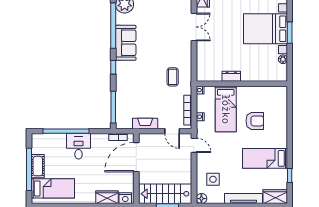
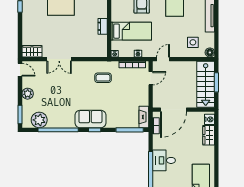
double door: (194, 27) -> (59, 59), swing flipped
sofa: (126, 43) -> (90, 119), moved
fireplace: (145, 123) -> (144, 117), moved
door: (136, 157) -> (173, 110), hinge flipped

